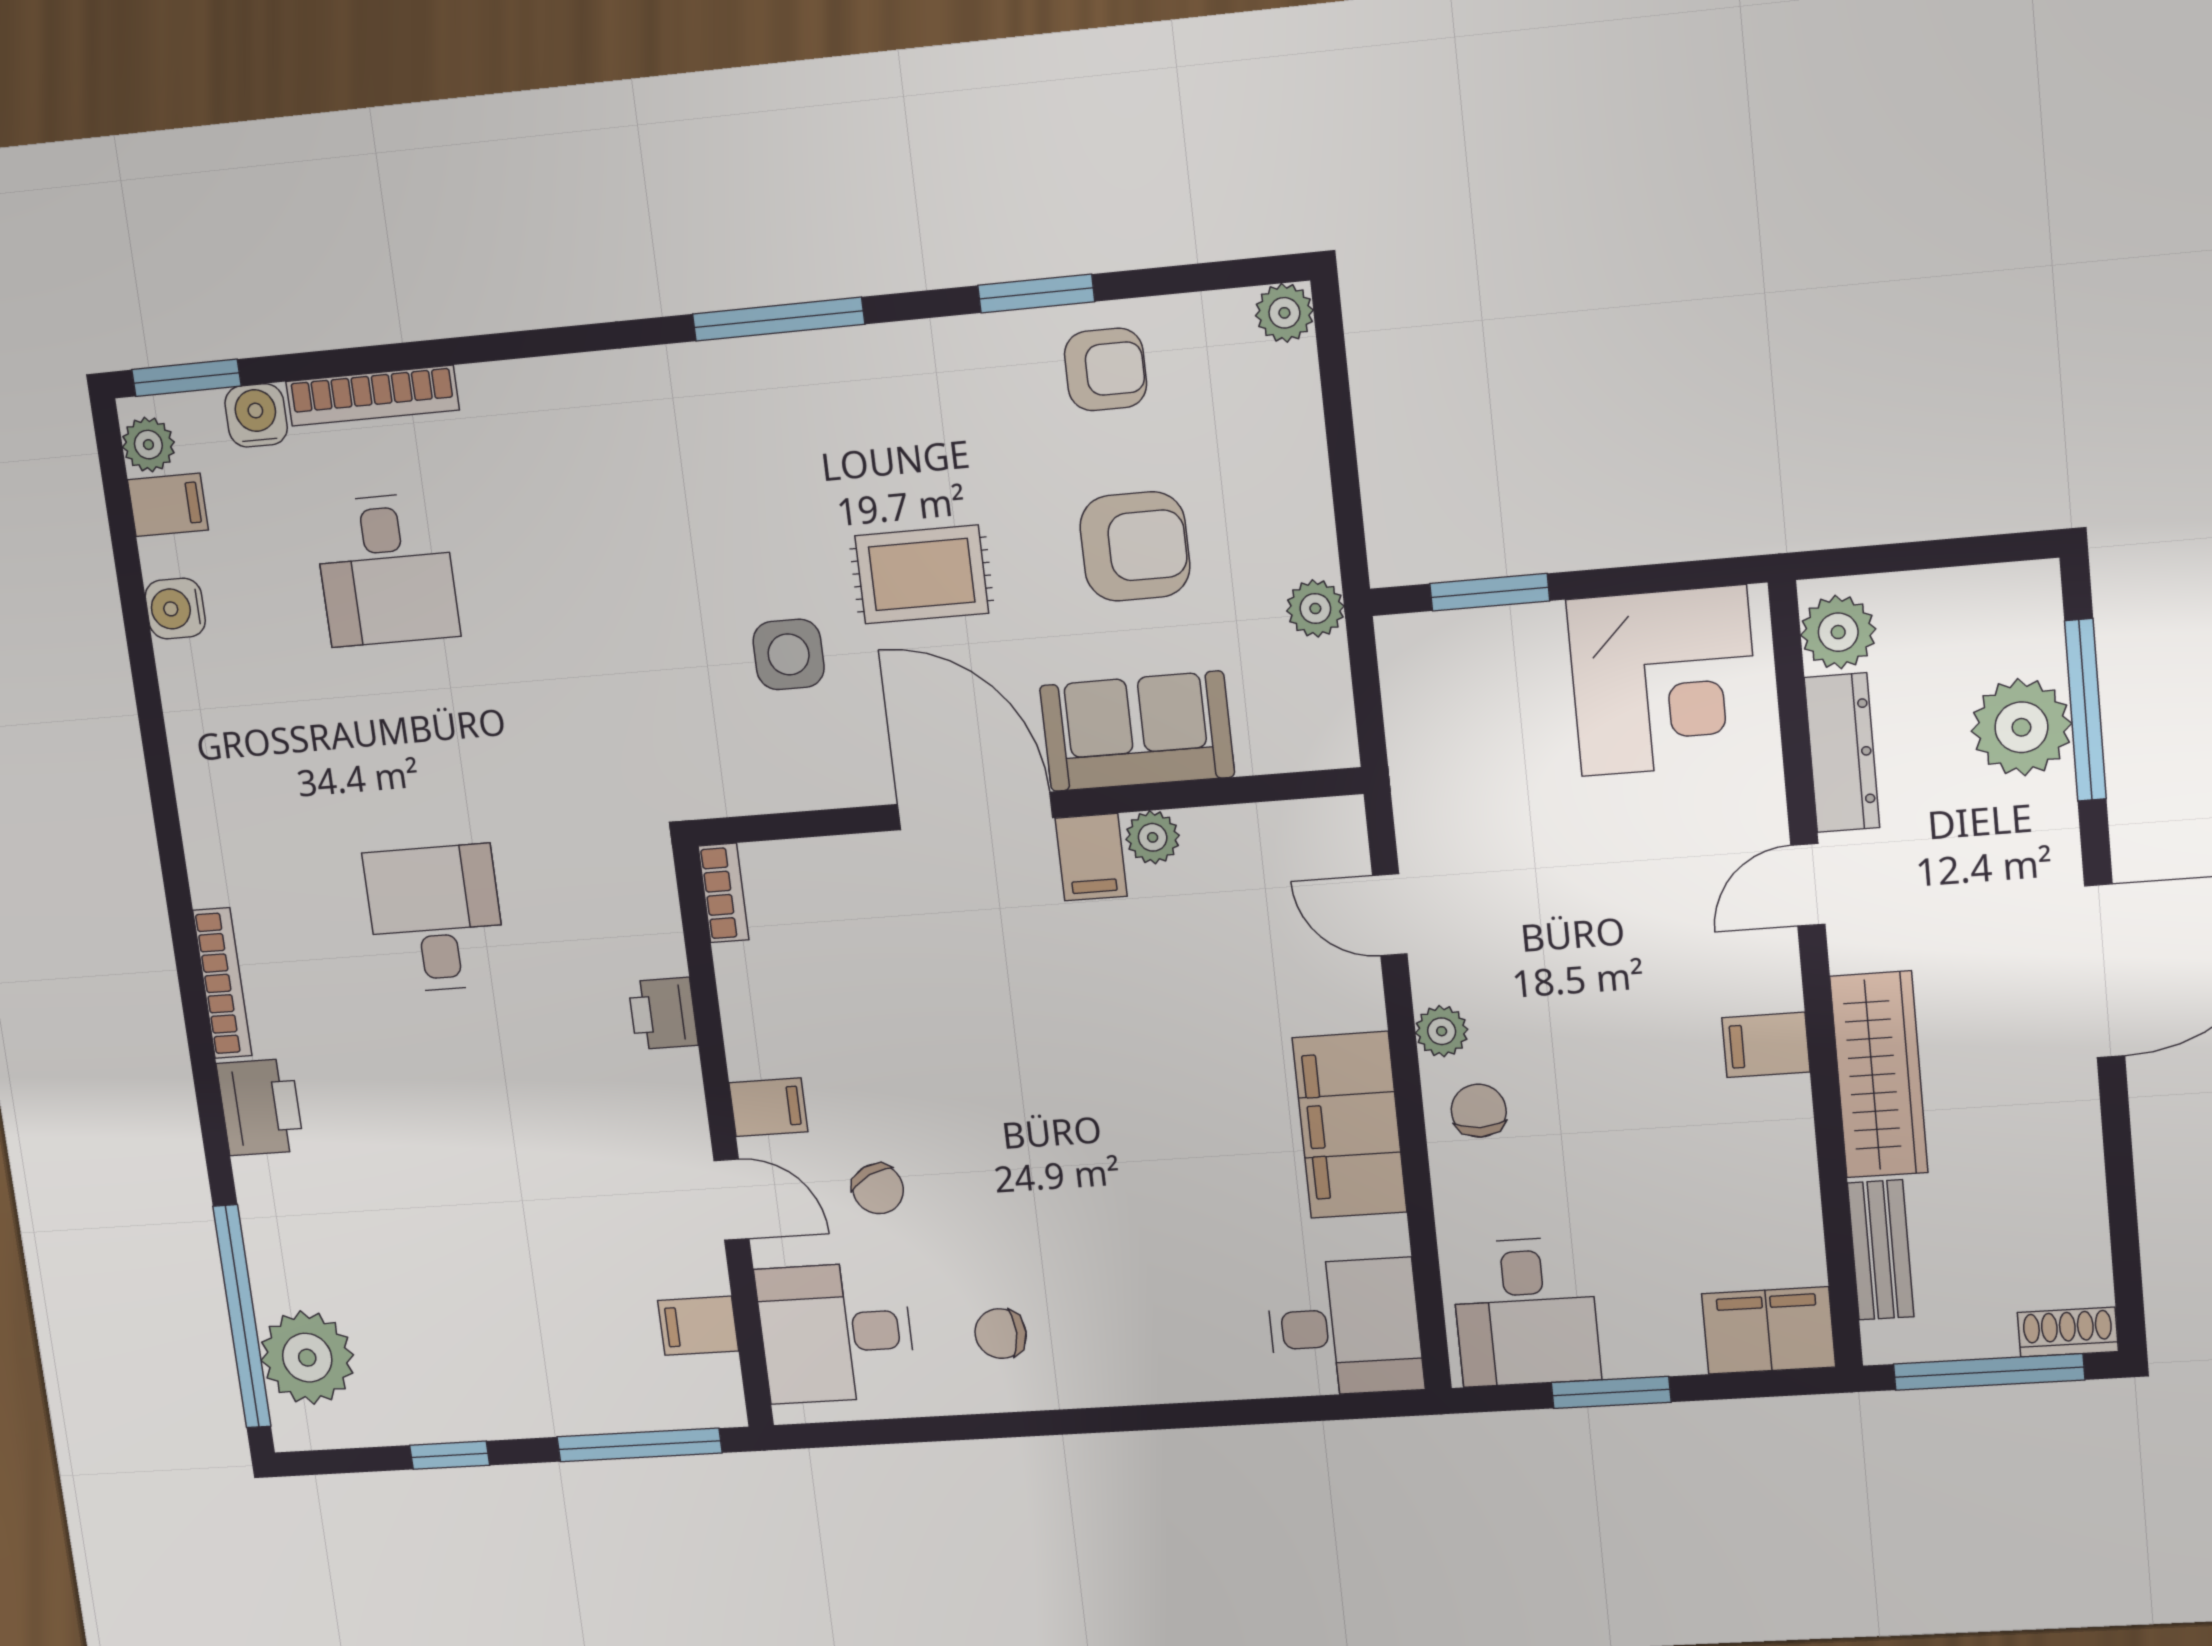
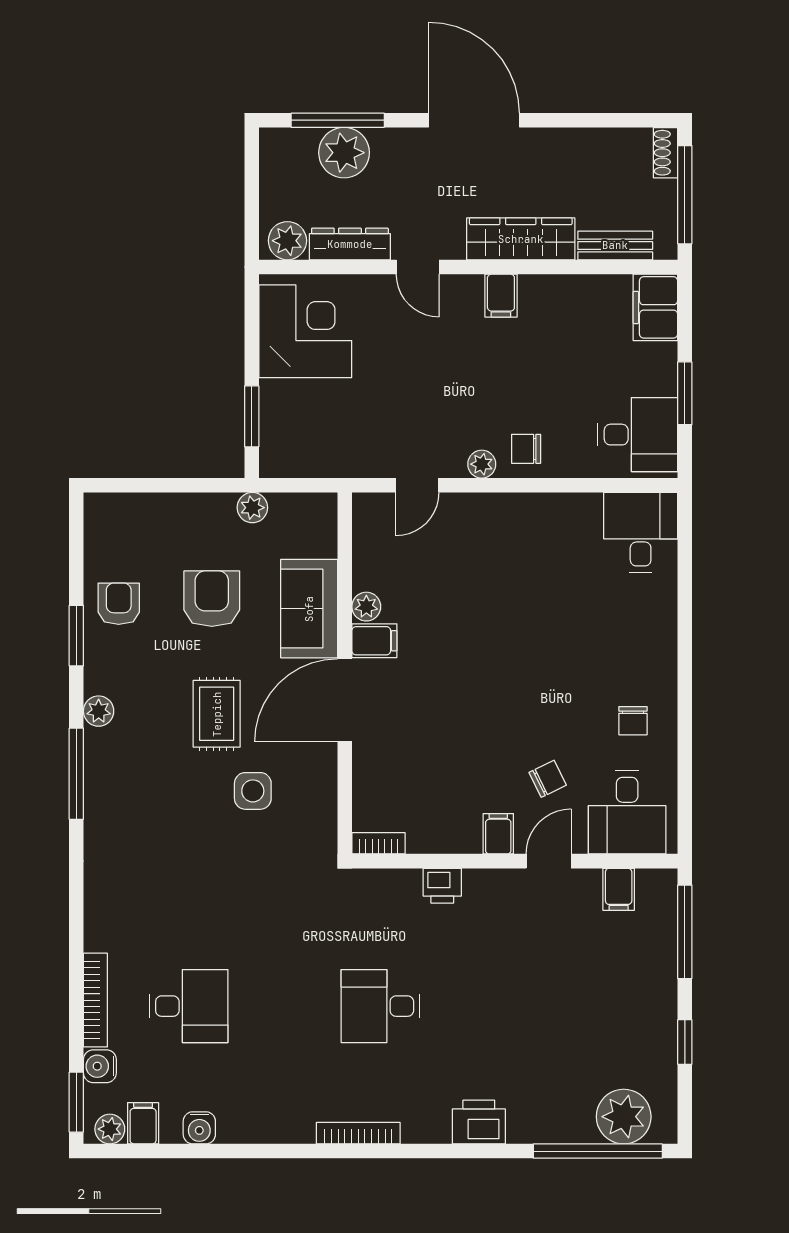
plant: (1284, 313) -> (99, 711), moved
bookcase: (222, 983) -> (358, 1133), moved
filing cabinet: (1350, 1125) -> (529, 518), removed

